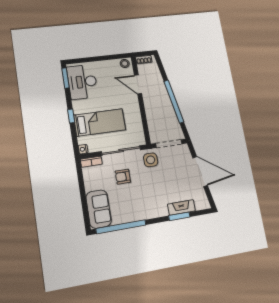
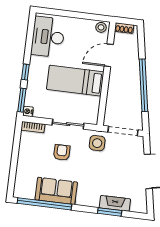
window: (66, 78) -> (22, 100), moved
door: (138, 84) -> (109, 55), hinge flipped
bed: (100, 122) -> (75, 81), moved, turned 180
sliding door: (121, 151) -> (68, 124), width x0.73
armchair: (123, 177) -> (62, 152), turned 90
sofa: (99, 209) -> (56, 191), moved, turned -90

